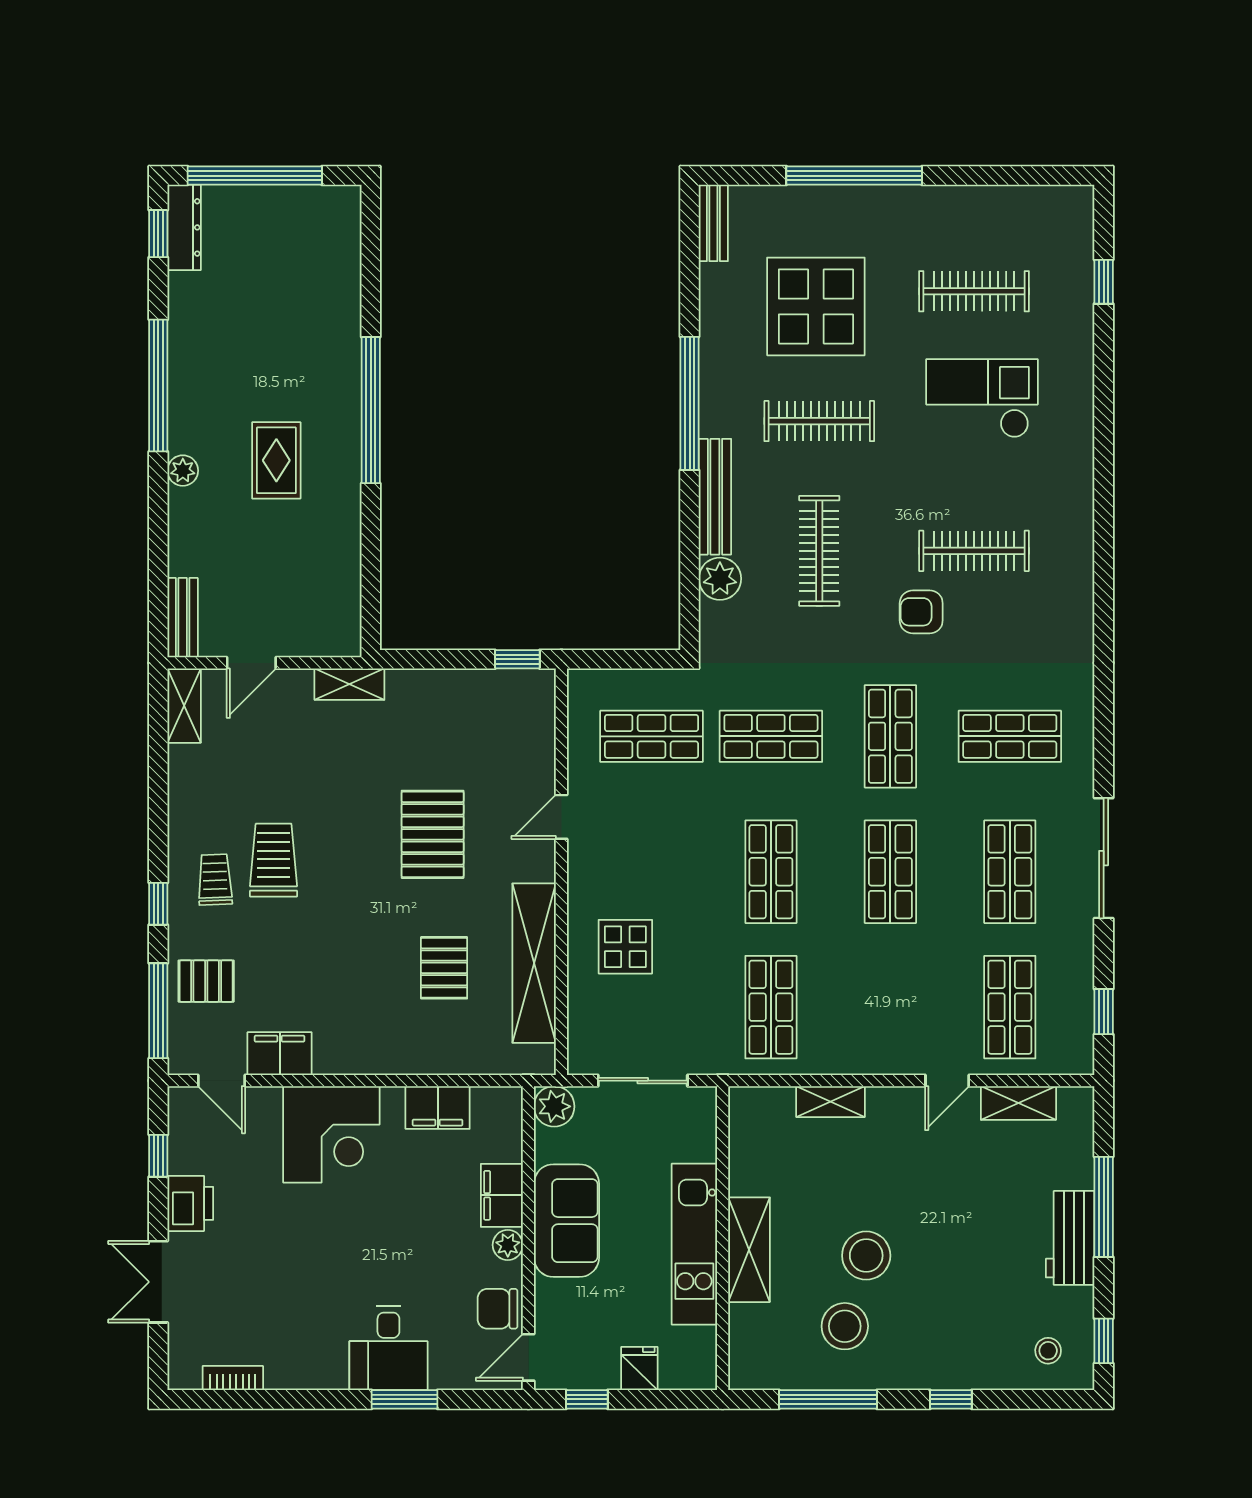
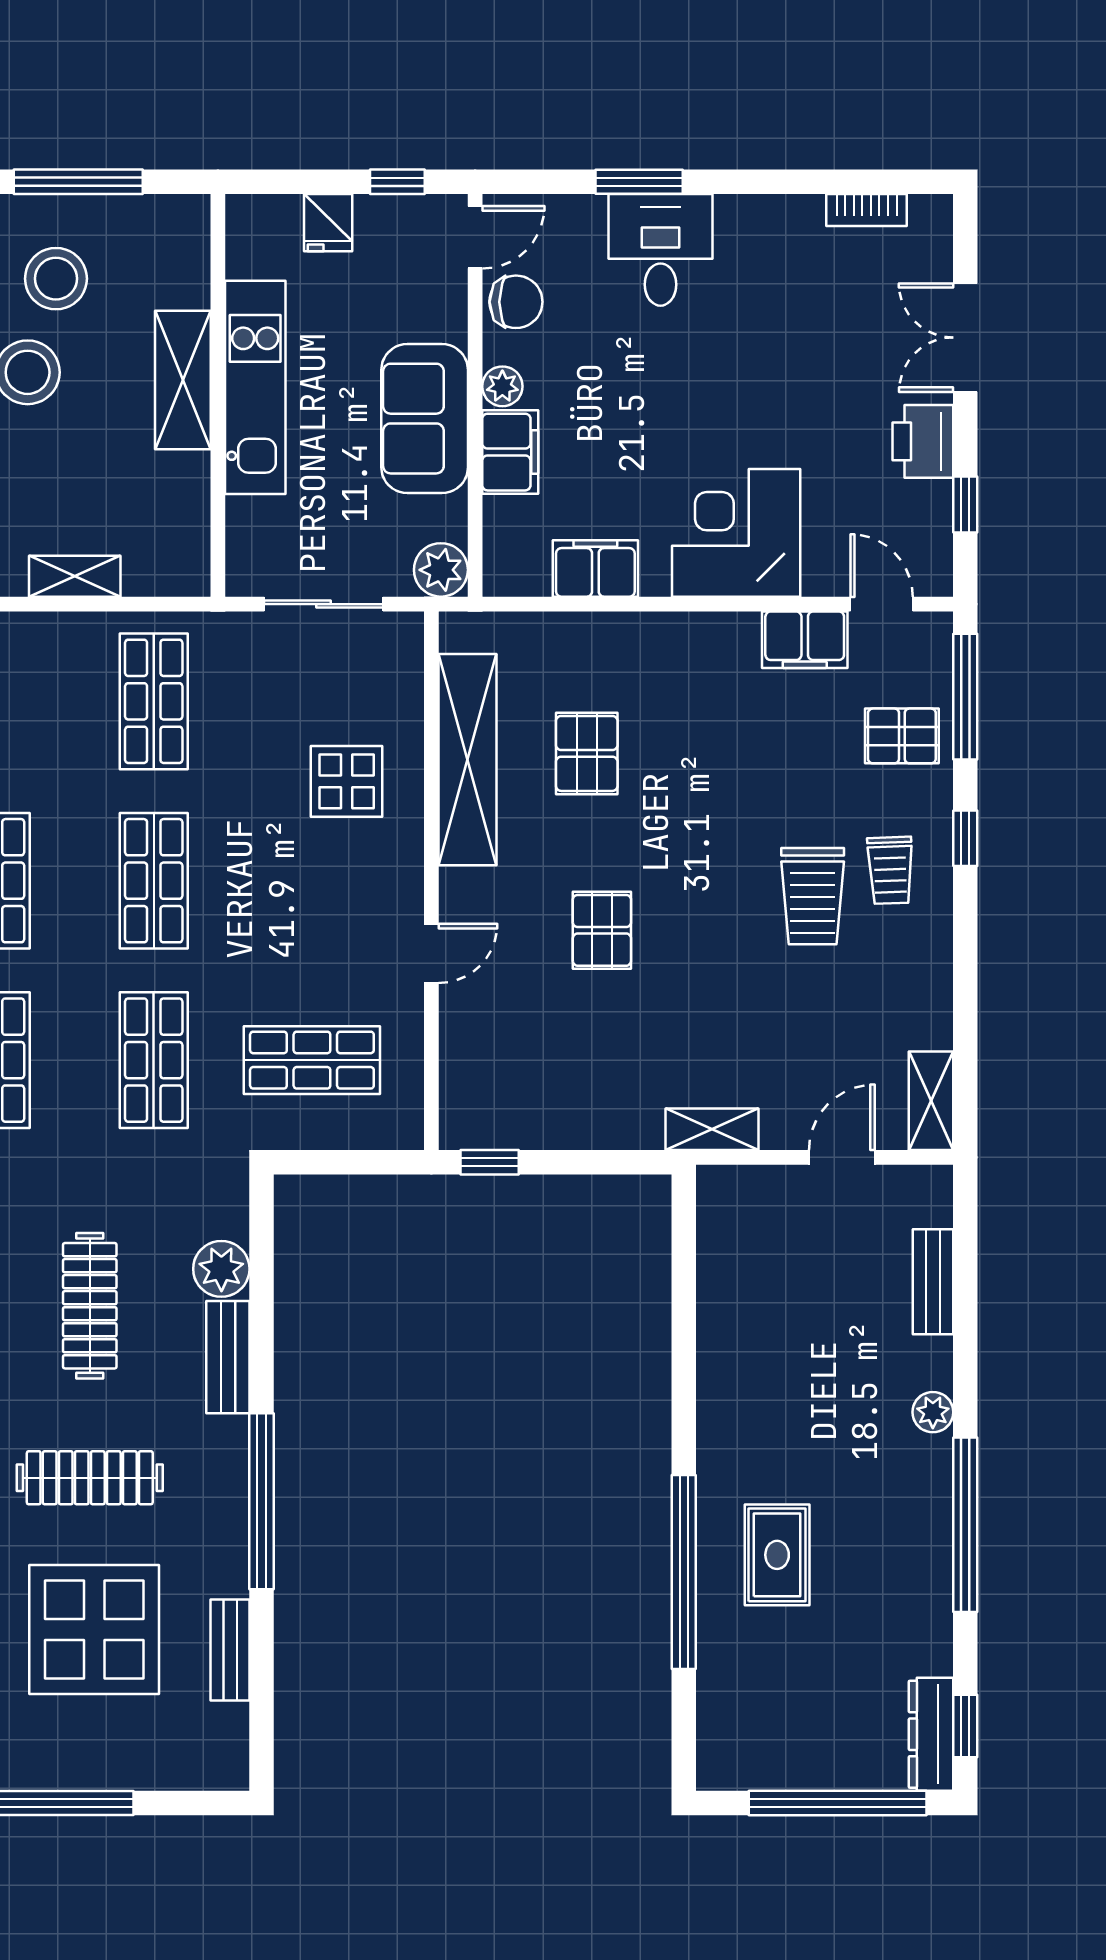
bench: (713, 223) -> (230, 1650), moved
window: (371, 410) -> (684, 1572), moved
rug: (276, 460) -> (777, 1555), moved
bench: (715, 497) -> (228, 1357), width x0.73
bench: (183, 618) -> (933, 1282), moved
shop shelf: (771, 736) -> (154, 1060), turned 90
pallet: (433, 834) -> (602, 930), width x0.67, depth x0.71
double door: (158, 1282) -> (965, 338), swing flipped

